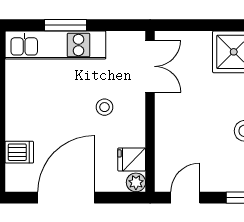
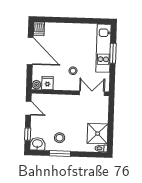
double door: (150, 66) -> (92, 93), swing flipped
dishwasher: (19, 152) -> (39, 29), moved

